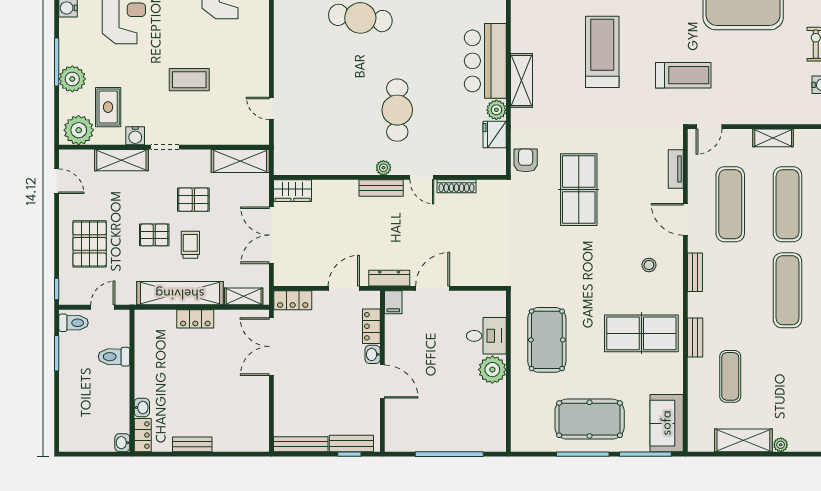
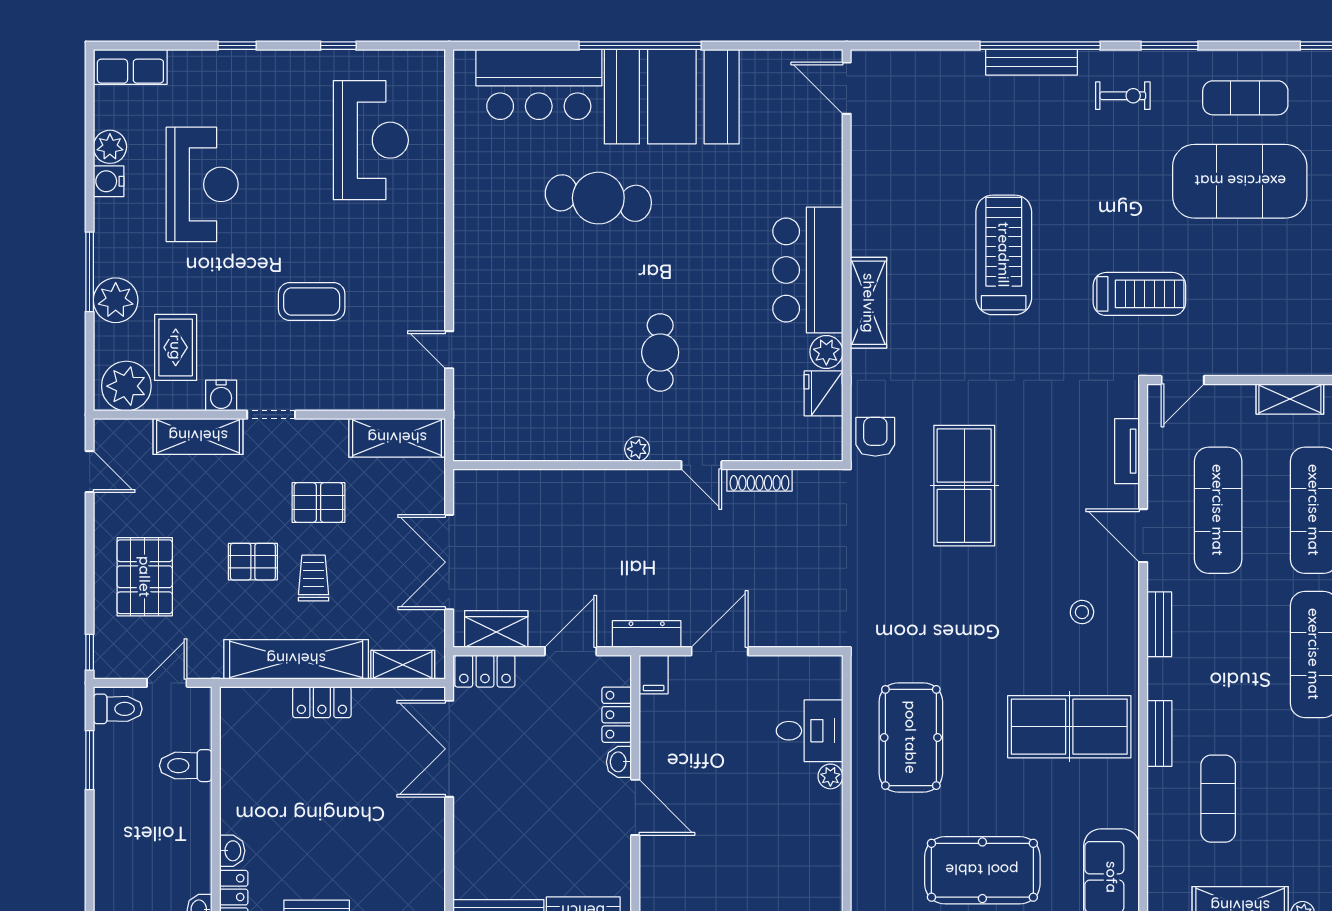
cafe table: (397, 110) -> (660, 352), width x0.73, depth x0.74
bench: (381, 188) -> (633, 483), removed
wardrobe: (292, 191) -> (496, 629), moved, turned 180
plant: (492, 370) -> (830, 776), width x0.53, depth x0.53

